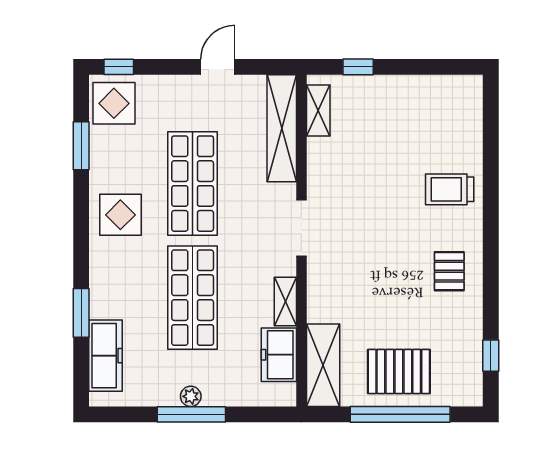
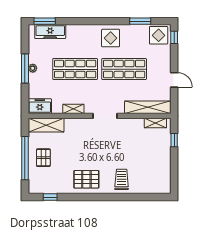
pallet: (449, 271) -> (86, 179), width x1.50, depth x1.42
window: (81, 313) -> (45, 21), moved
freezer: (279, 355) -> (40, 106), moved
pallet: (399, 371) -> (43, 158), width x0.67, depth x0.71

